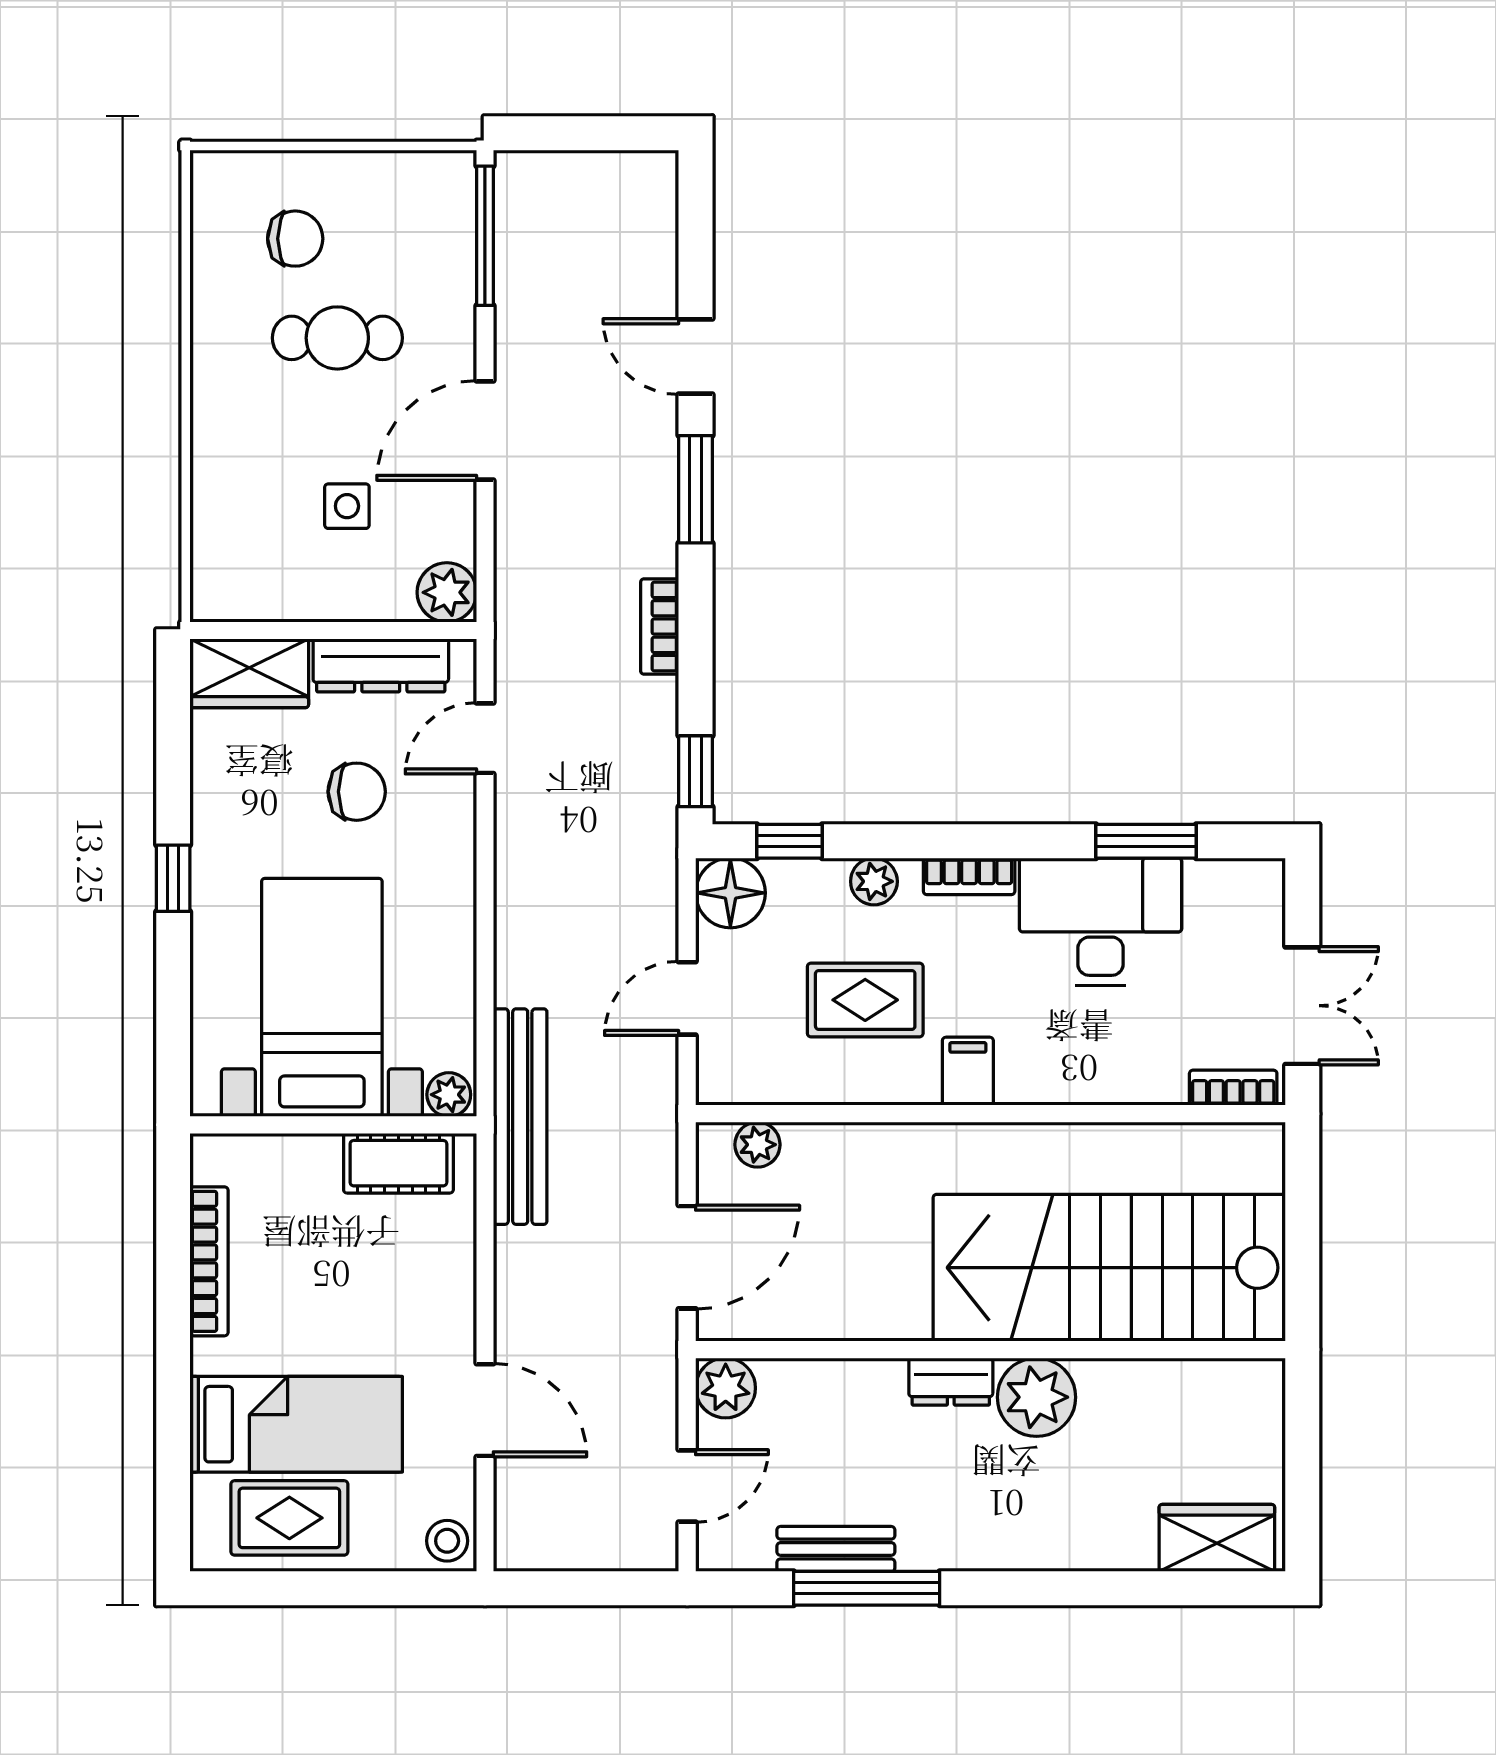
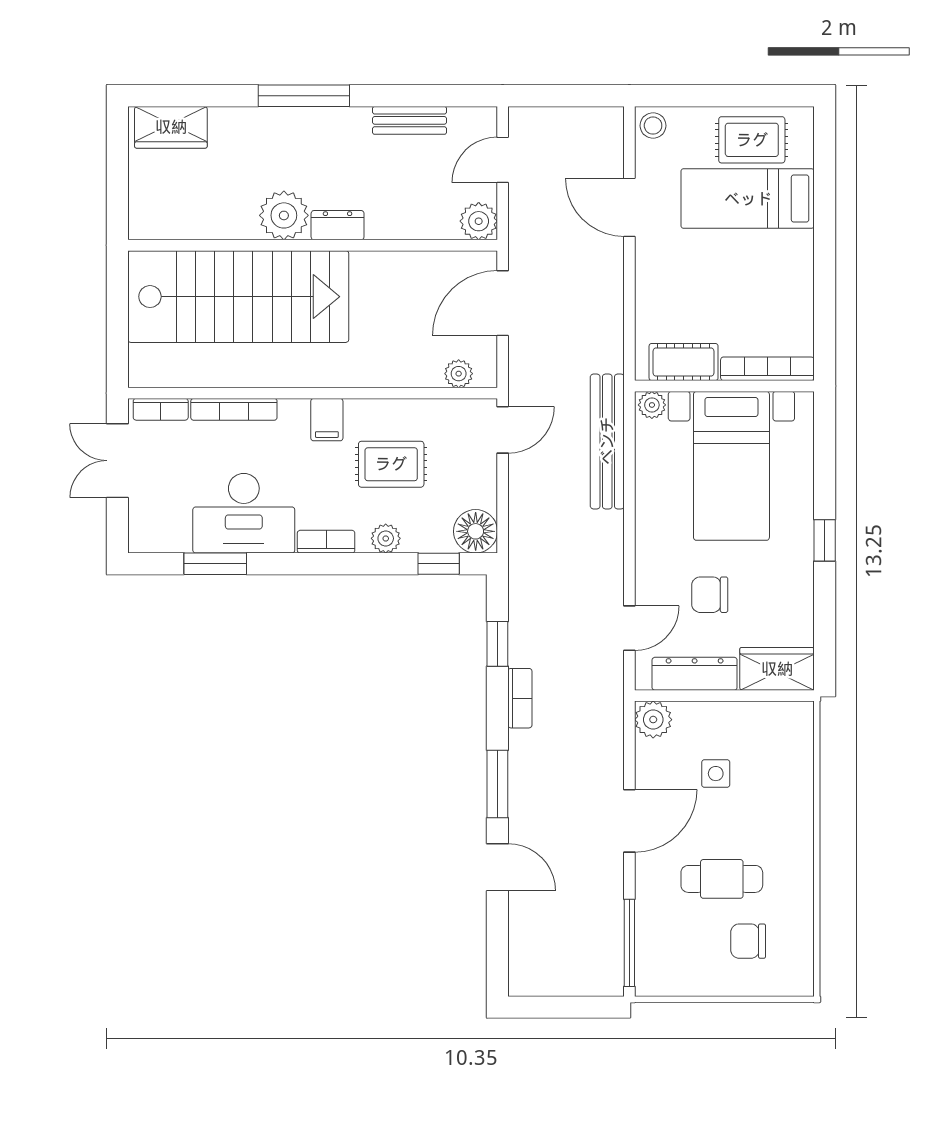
window: (696, 771) -> (497, 644), moved
door: (687, 998) -> (503, 430), moved
bookcase: (1116, 1088) -> (234, 409), added
bench: (520, 1117) -> (607, 441), moved
bookcase: (209, 1261) -> (767, 369), moved, turned 90
window: (867, 1588) -> (304, 96), moved

